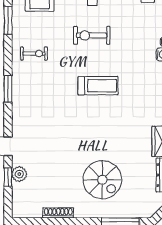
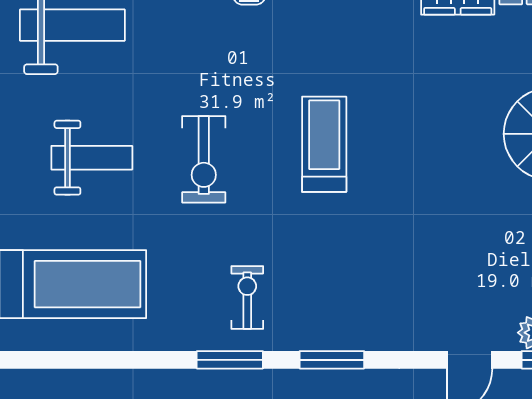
window: (8, 20) -> (230, 360), moved

